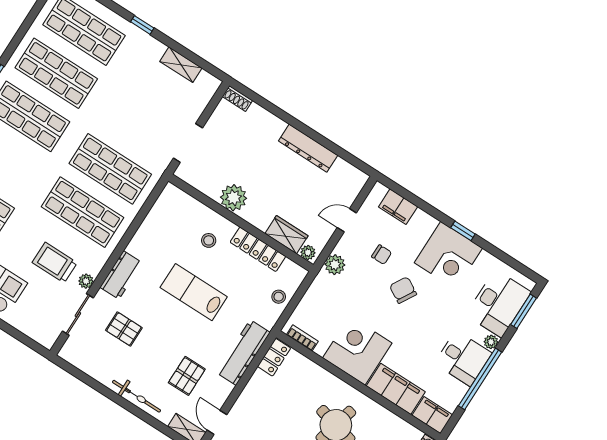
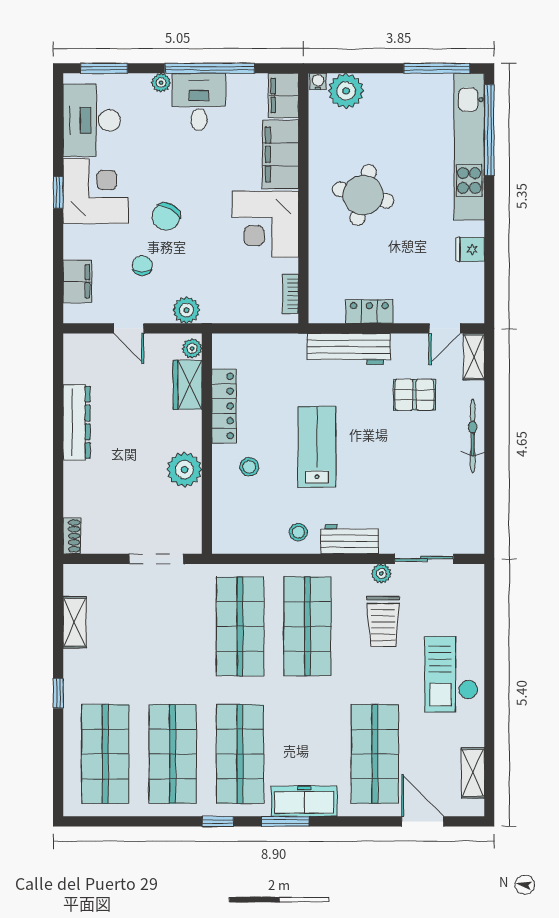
lab bench: (194, 292) -> (317, 447), turned 180
stool: (279, 297) -> (298, 532), moved
desk: (498, 303) -> (92, 120), moved, turned -90
pallet: (124, 329) -> (407, 498), removed
locker: (274, 357) -> (369, 312), moved

